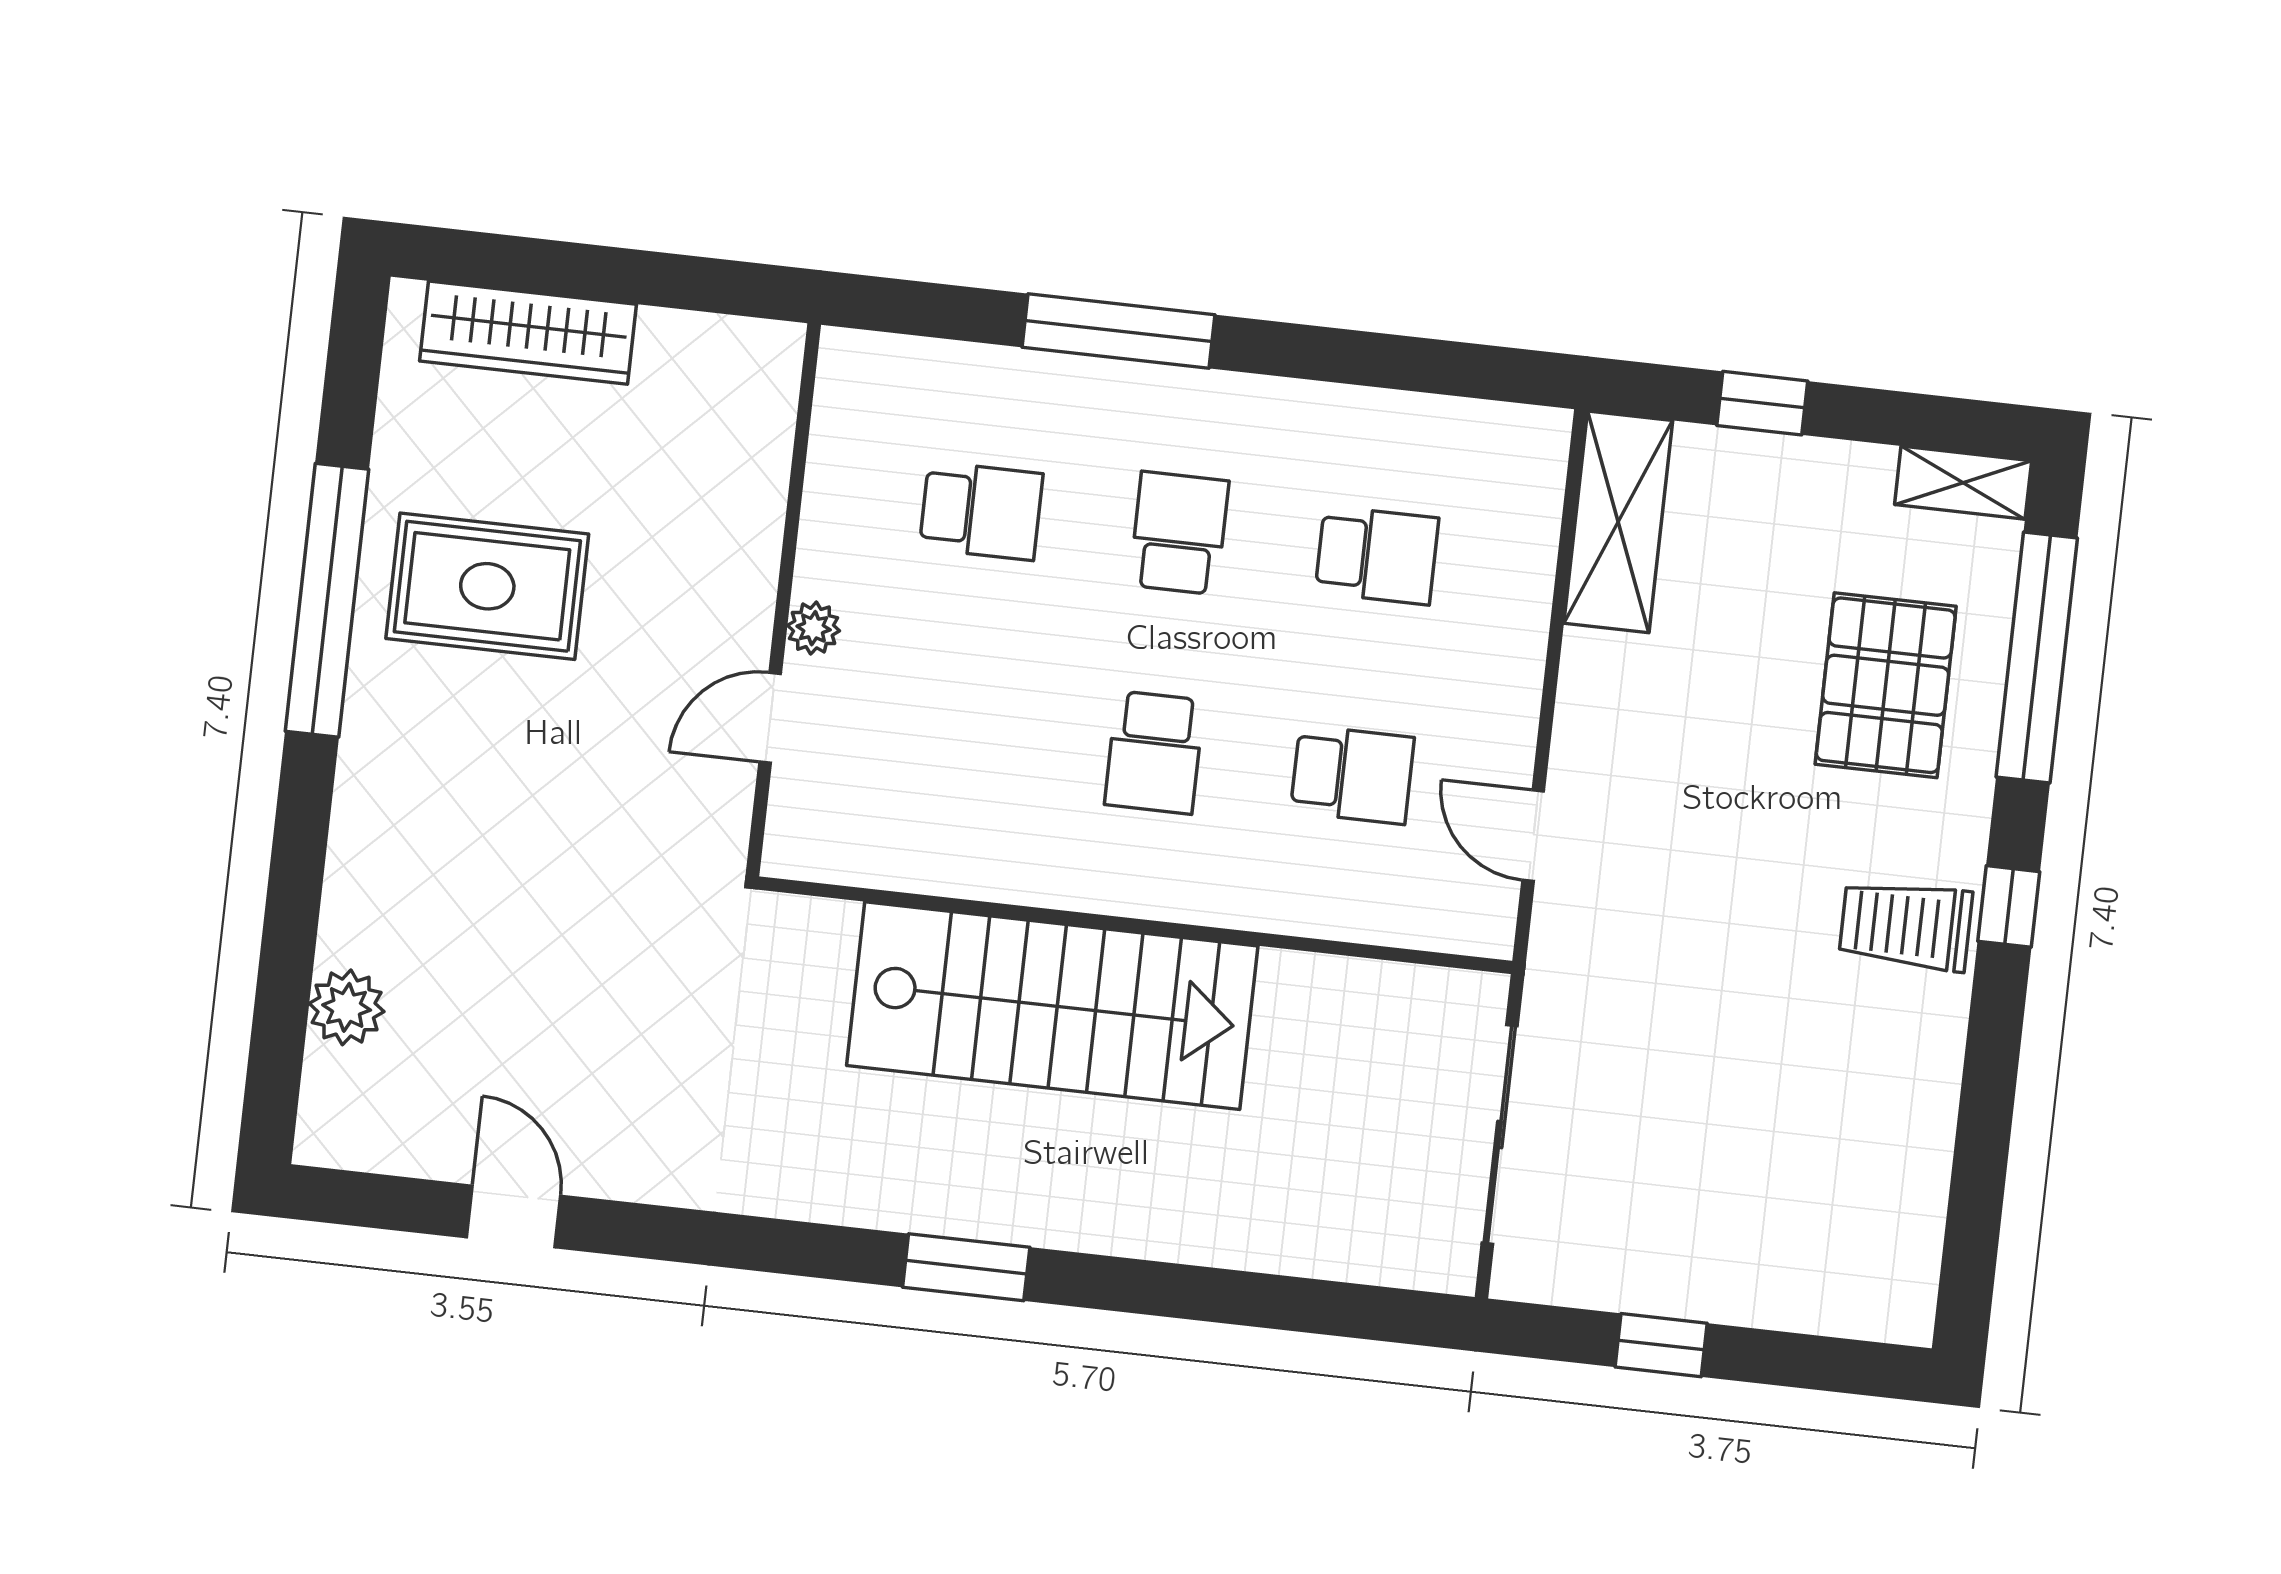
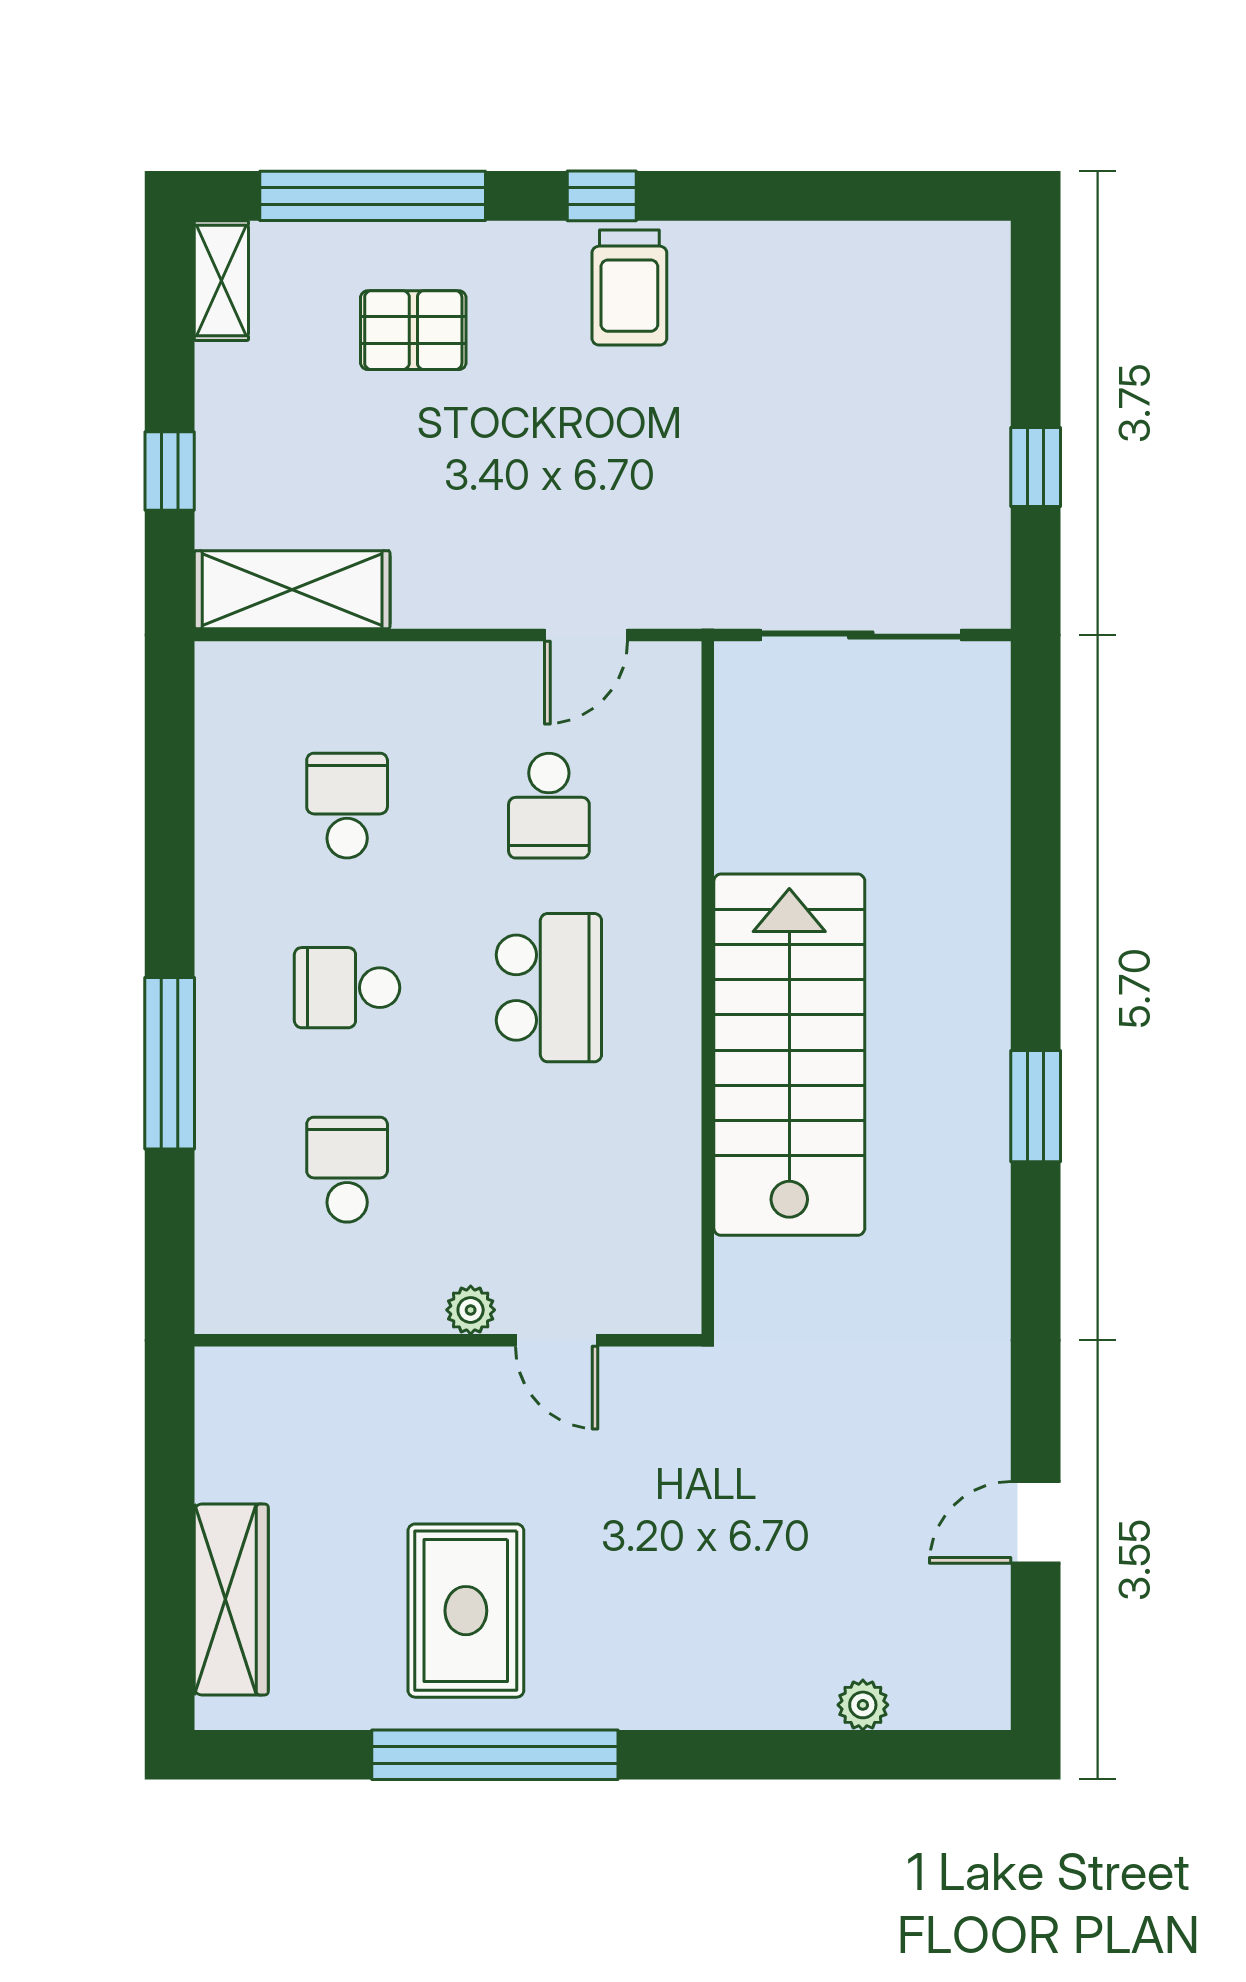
pallet: (1886, 685) -> (413, 330), width x0.67, depth x0.71
school desk: (1154, 752) -> (549, 988), width x1.85
school desk: (1352, 775) -> (549, 806), turned 180
plant: (347, 1007) -> (863, 1705), width x0.73, depth x0.73

